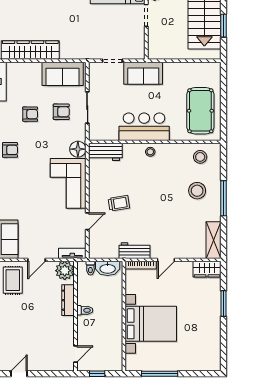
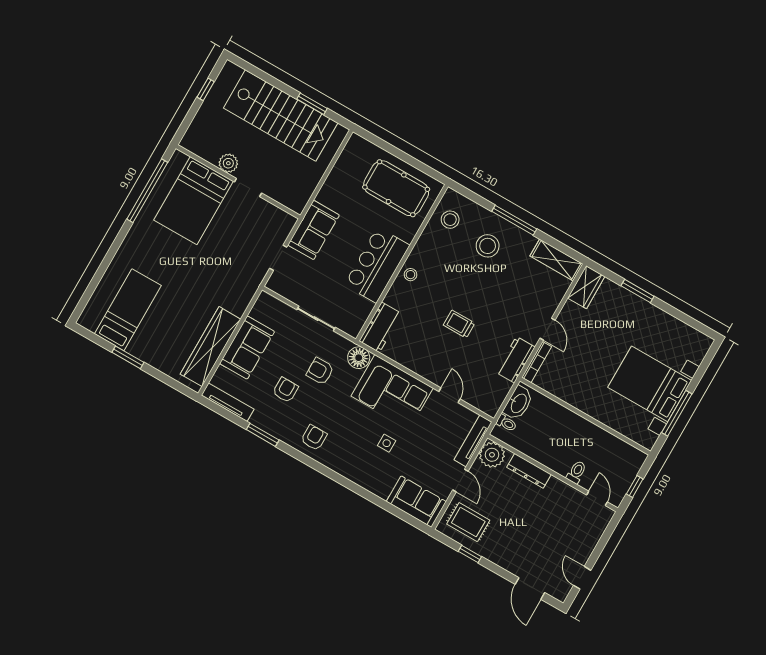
sofa: (63, 74) -> (247, 348), moved
armchair: (61, 112) -> (320, 371), moved, turned -90
side table: (33, 199) -> (387, 443), added
trolley: (119, 203) -> (459, 324), moved, turned -81
tv unit: (72, 253) -> (473, 441), width x1.41
toilet: (85, 310) -> (576, 472), moved
bed with nightstands: (151, 324) -> (650, 384), moved, turned -90

